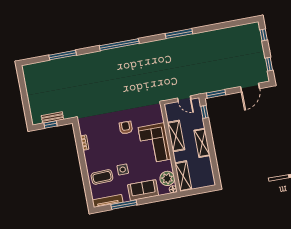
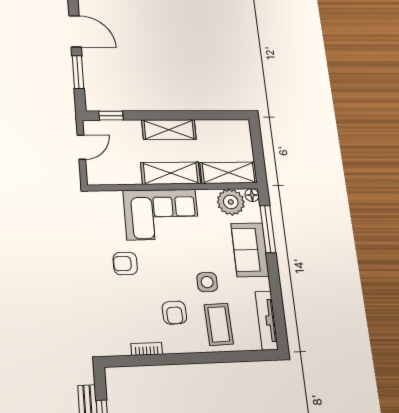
window: (216, 94) -> (78, 72), moved
shelving: (176, 136) -> (171, 173), moved
armchair: (105, 154) -> (174, 313), added
window: (124, 205) -> (268, 229), moved

